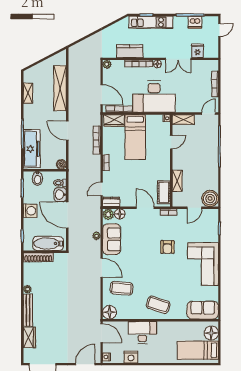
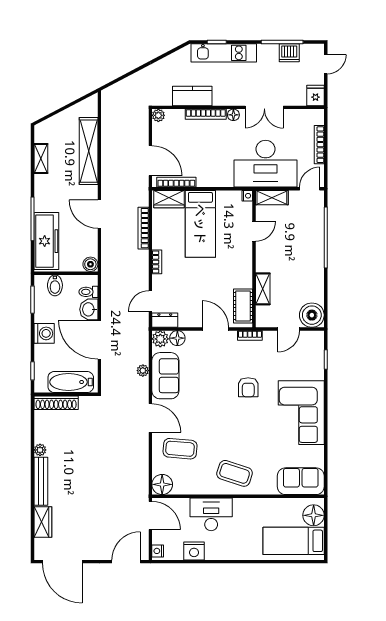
fridge: (197, 51) -> (315, 95), moved
desk: (154, 97) -> (266, 164), moved

